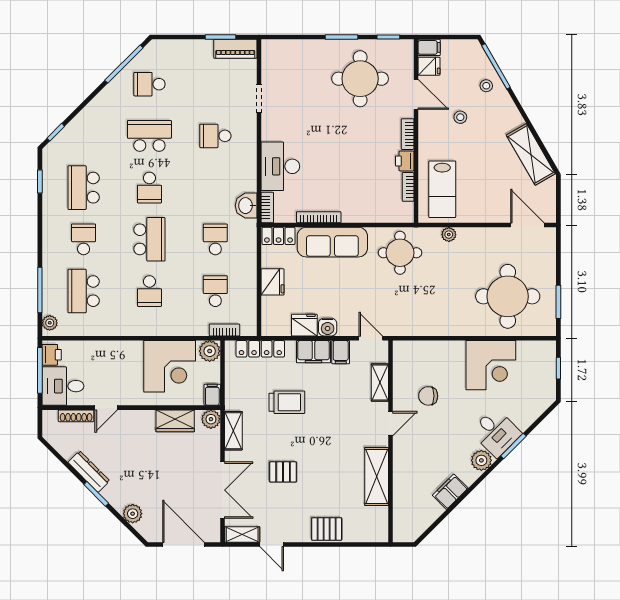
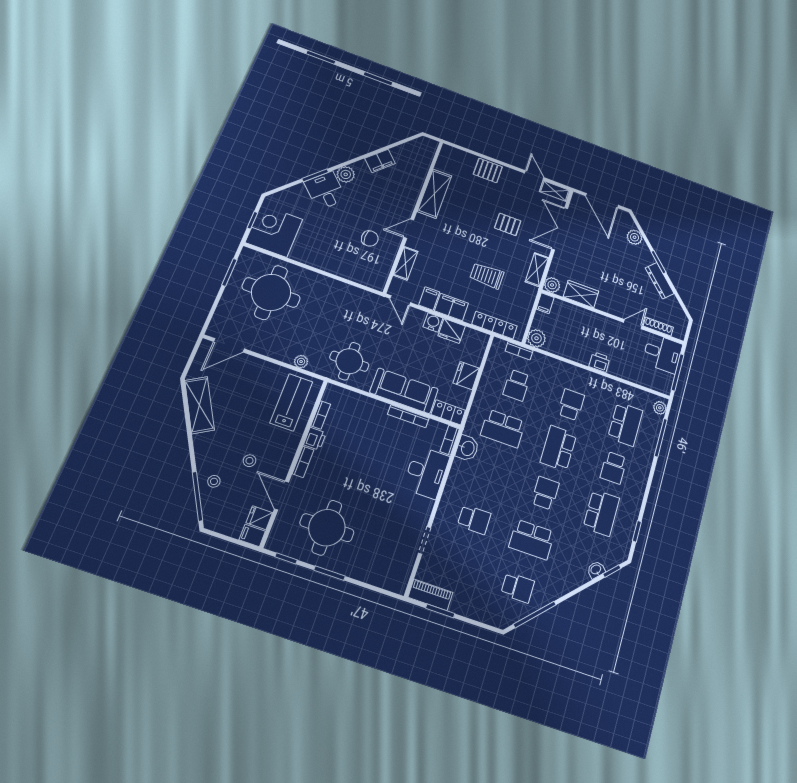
washbasin: (73, 128) -> (596, 570), added
door: (527, 225) -> (229, 345), hinge flipped
school desk: (215, 239) -> (503, 428), width x1.85
printer: (52, 355) -> (599, 362), moved, turned 90
corner desk: (491, 365) -> (274, 231), moved
corner desk: (170, 366) -> (573, 338), removed

